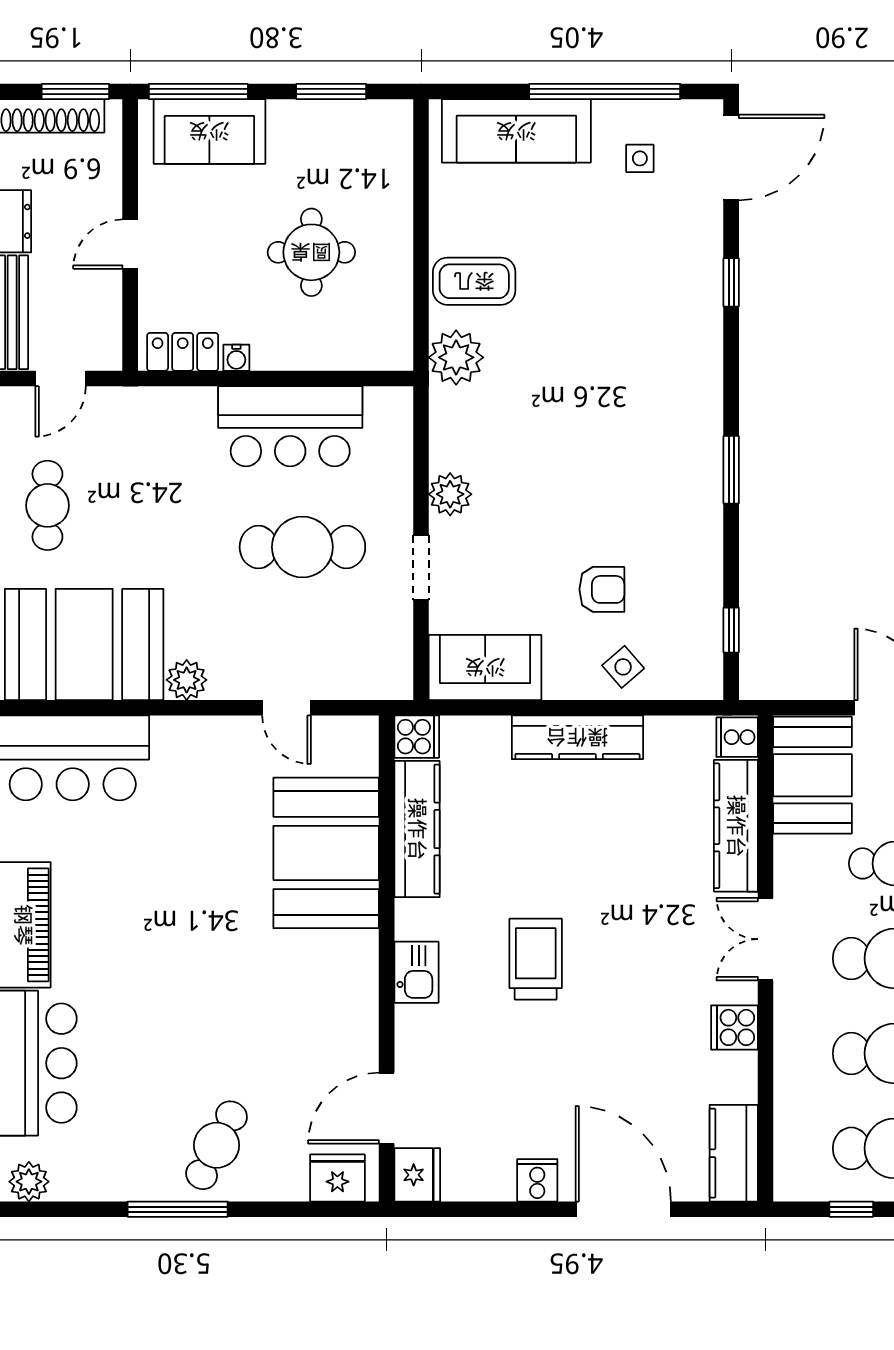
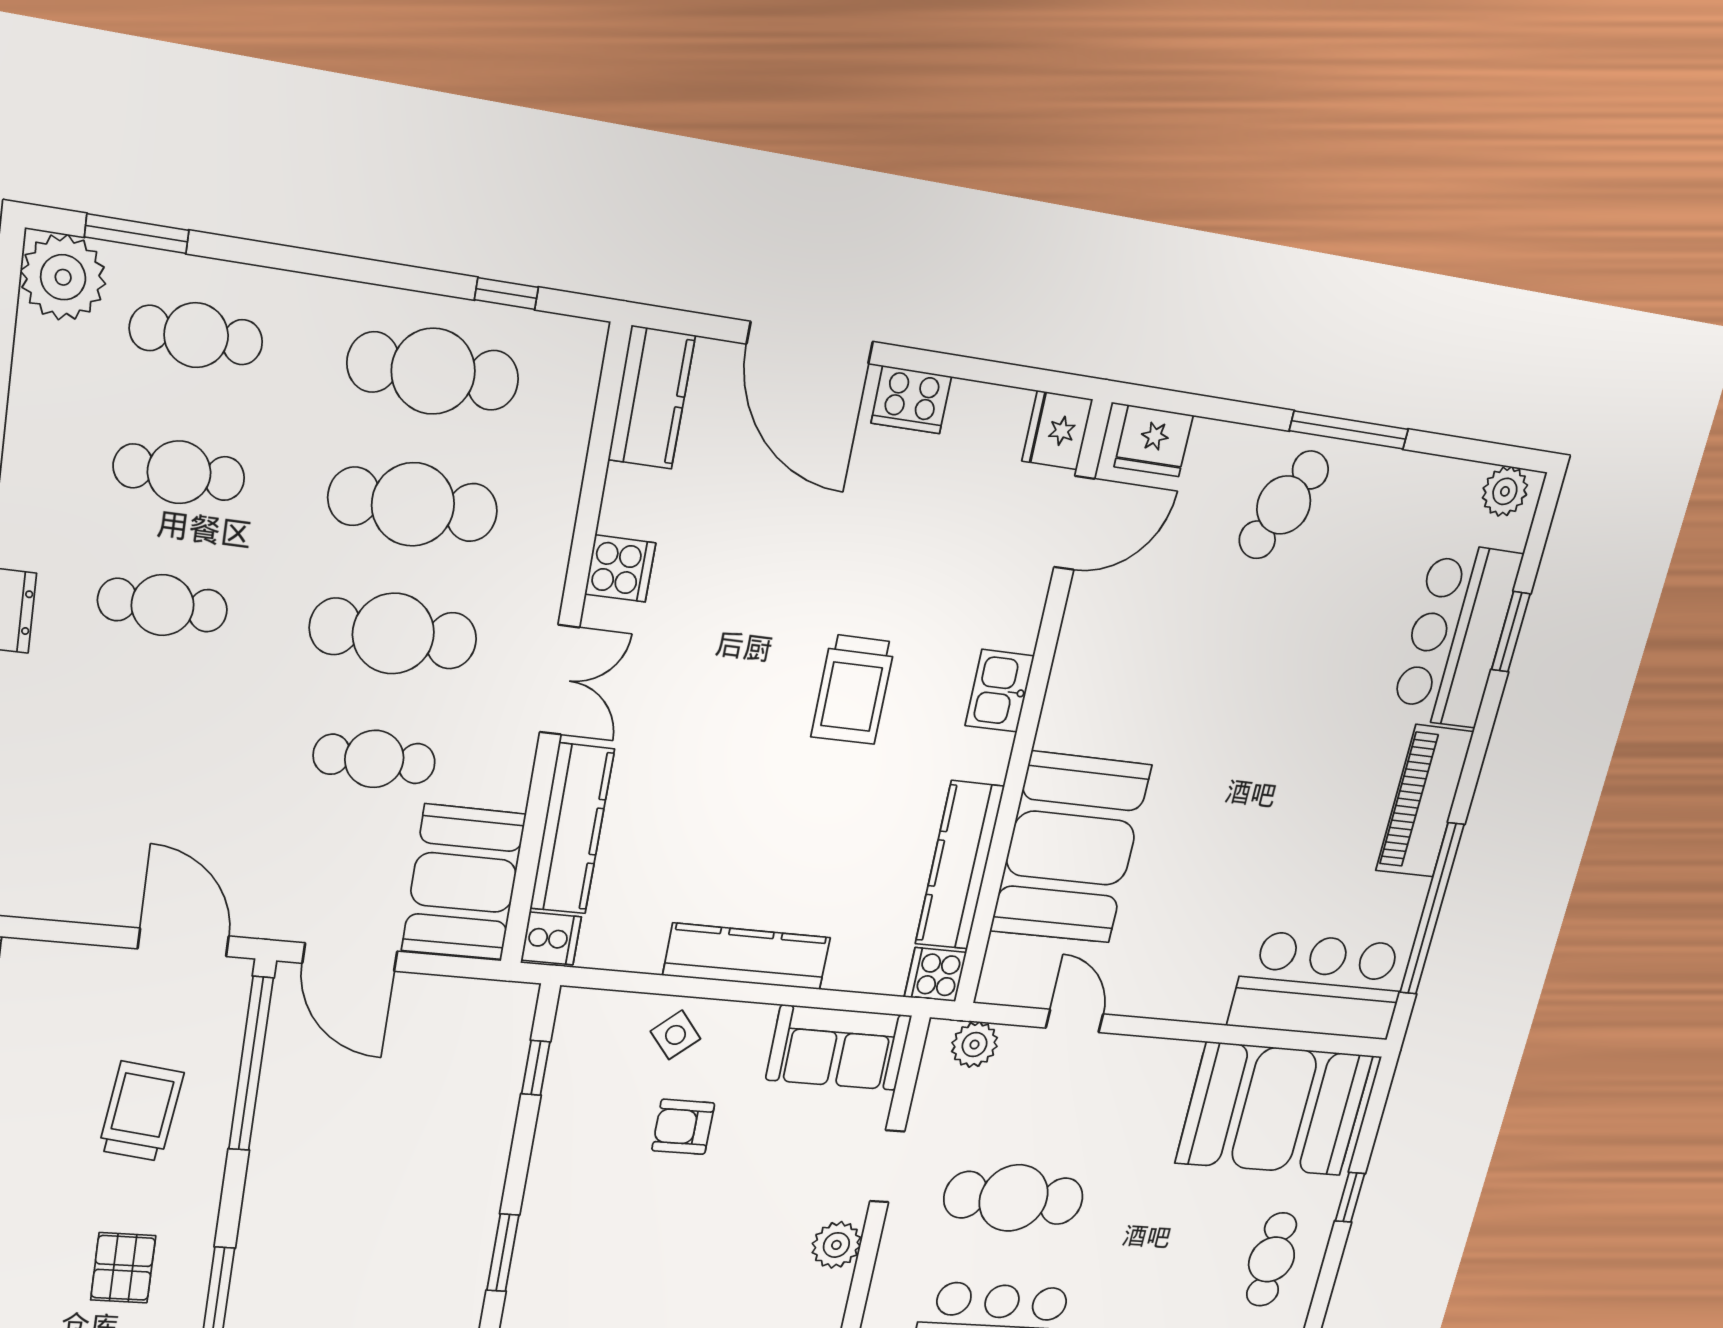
plant: (187, 680) -> (975, 1045), moved
cooker: (537, 1180) -> (911, 400), width x1.36

